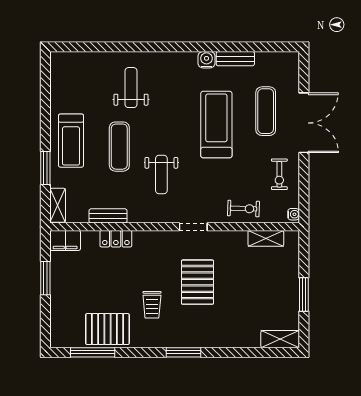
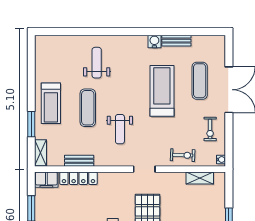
locker: (116, 239) -> (78, 178), width x1.53

